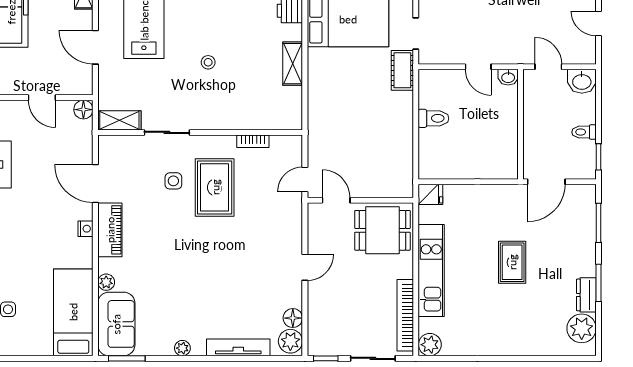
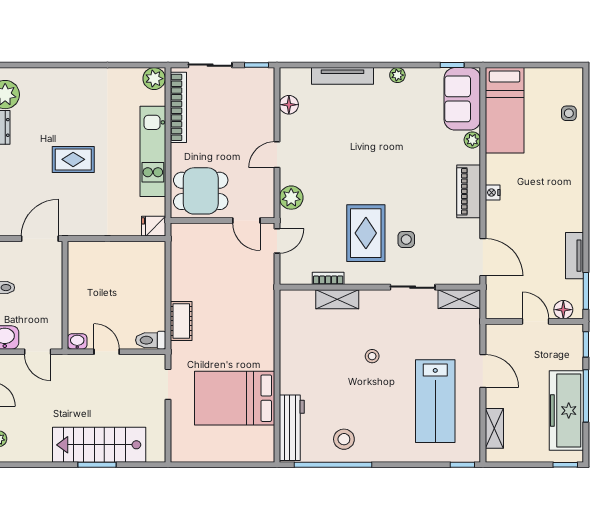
shelving: (293, 64) -> (337, 299), moved, turned 90
cot: (402, 70) -> (181, 321), moved
floor lamp: (83, 110) -> (563, 310), moved
toilet: (433, 118) -> (151, 340), moved
door: (95, 184) -> (483, 257), moved
rug: (512, 262) -> (73, 159), turned 90
plant: (290, 341) -> (291, 198), moved
window: (127, 358) -> (452, 65), width x0.67

